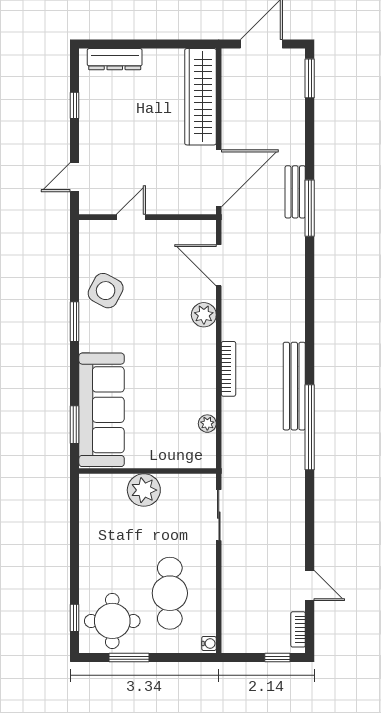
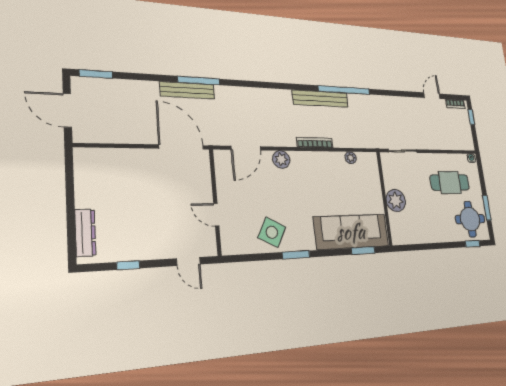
wardrobe: (200, 97) -> (115, 160), removed
bench: (295, 192) -> (187, 90), width x1.36

